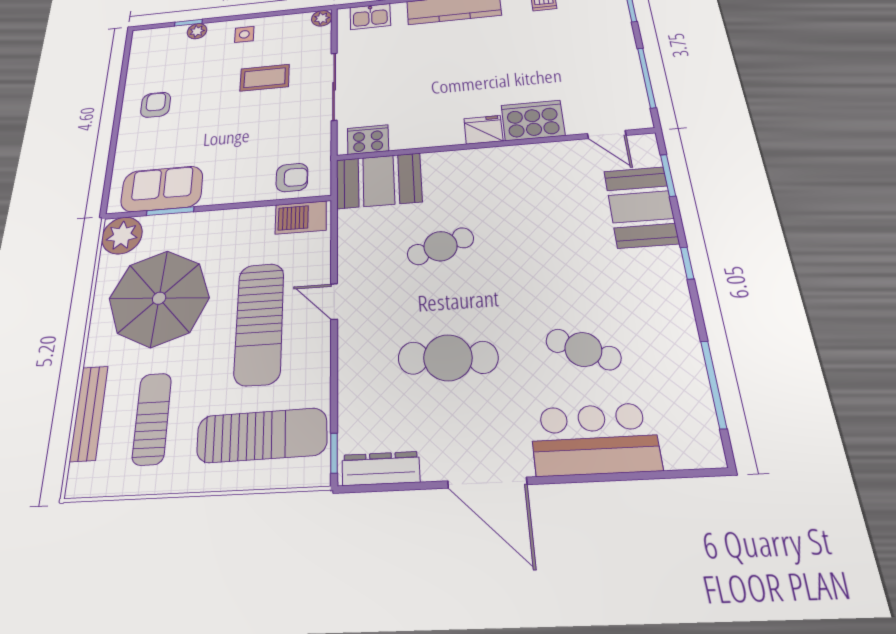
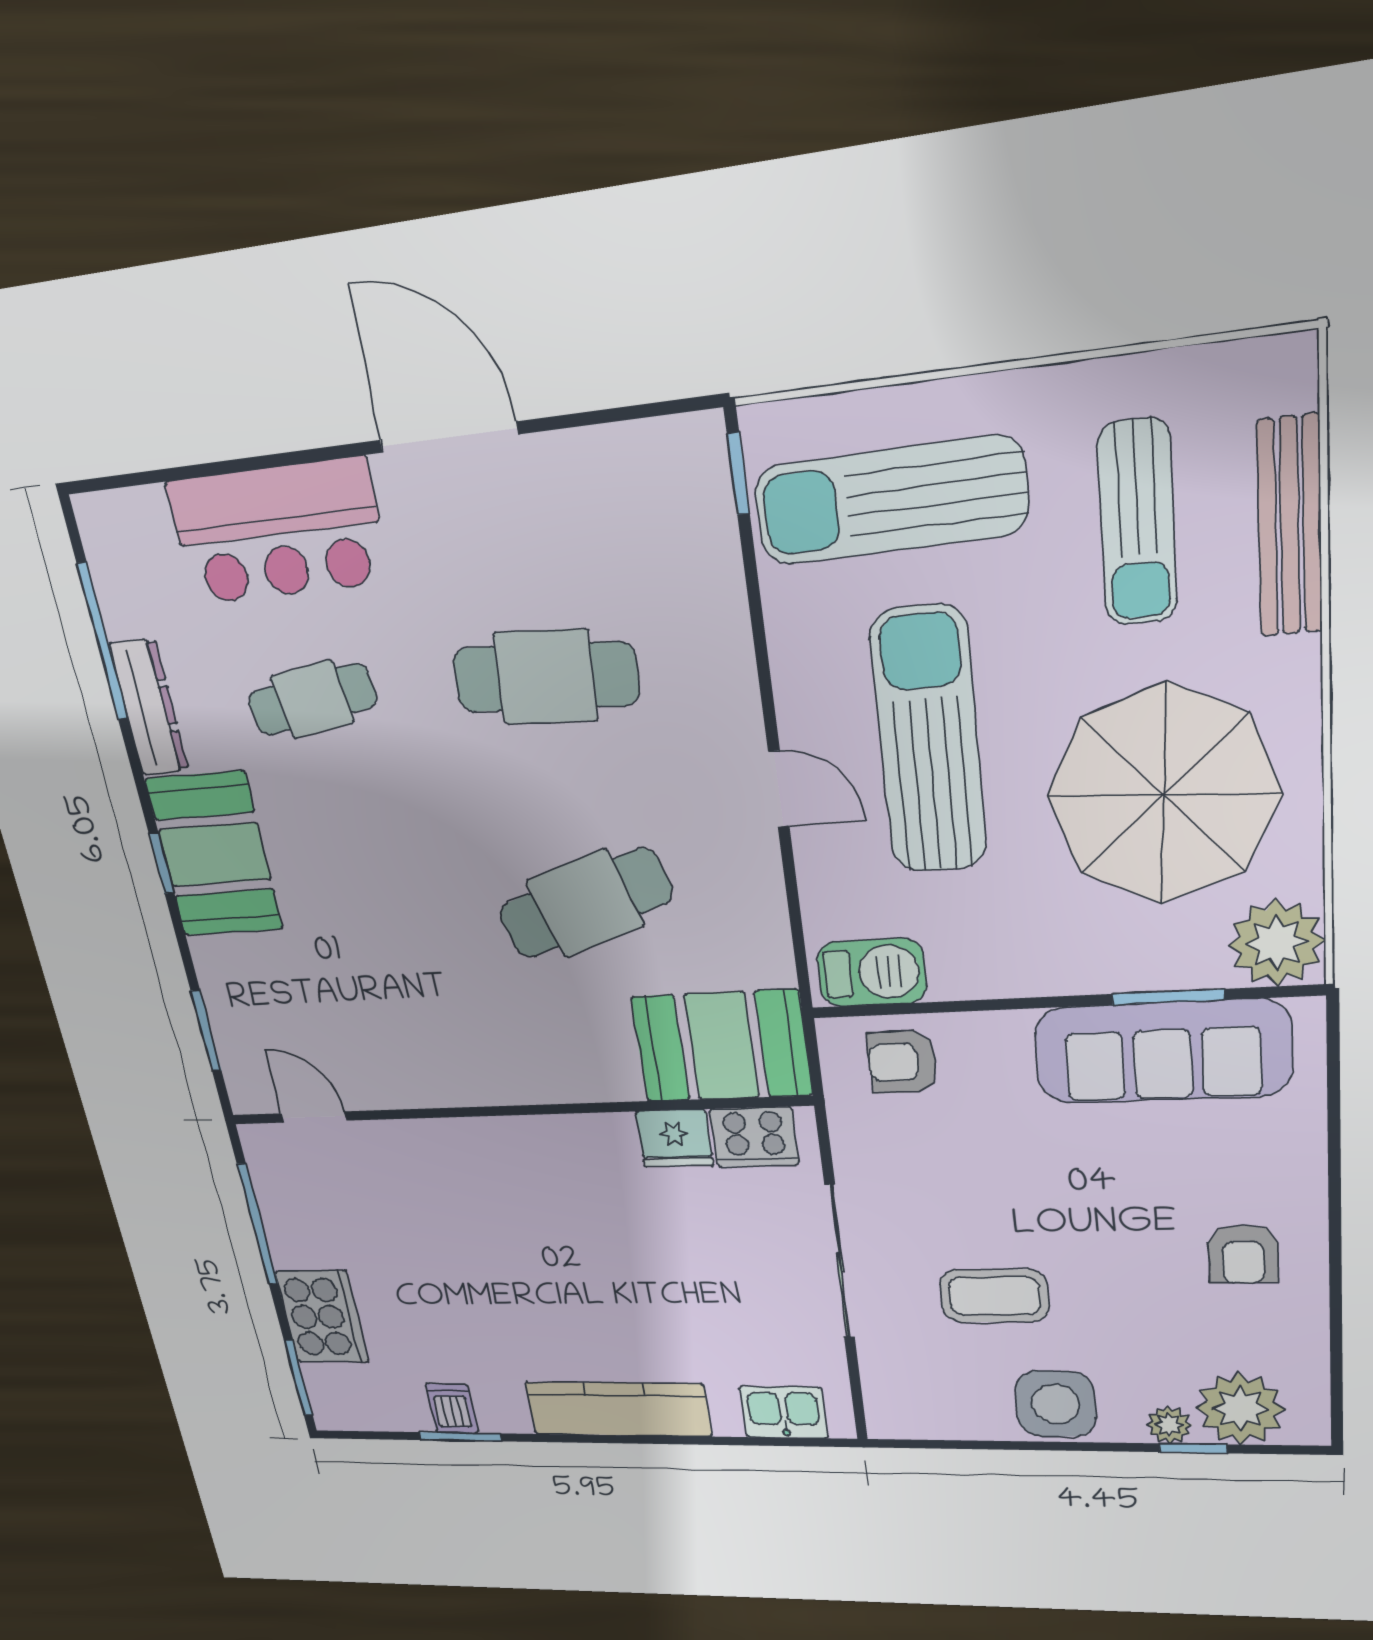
plant: (322, 18) -> (1240, 1409), moved, width x1.87, depth x1.87
side table: (244, 34) -> (1056, 1404), width x1.87, depth x1.87
cooker: (533, 120) -> (322, 1317), moved, turned -90
fridge: (483, 130) -> (674, 1138), moved
sofa: (162, 189) -> (1162, 1052), width x1.36
booth: (641, 207) -> (214, 855), moved
cafe table: (441, 246) -> (585, 903), width x1.37, depth x1.35
cafe table: (583, 349) -> (312, 700), turned -33
dresser: (381, 469) -> (149, 707), moved, turned -90

